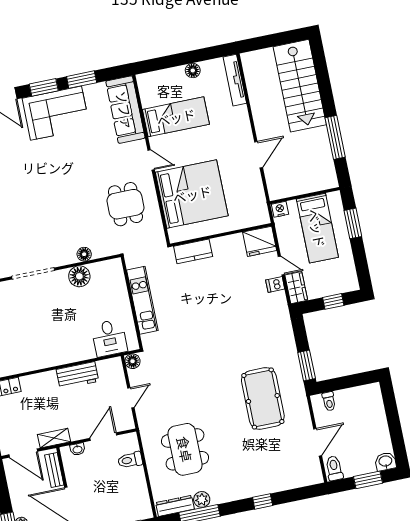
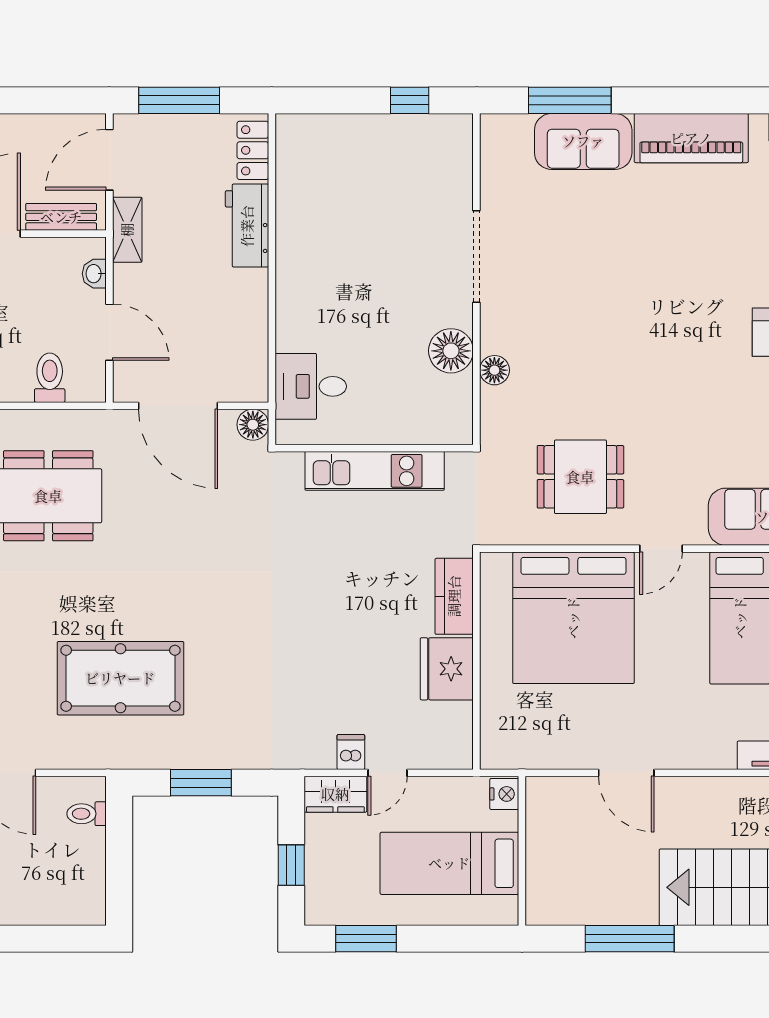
window: (353, 223) -> (366, 939), moved
fridge: (260, 241) -> (447, 669), moved
window: (307, 366) -> (201, 783), moved
workbench: (77, 375) -> (247, 226), moved
door: (131, 398) -> (178, 406), width x1.87

